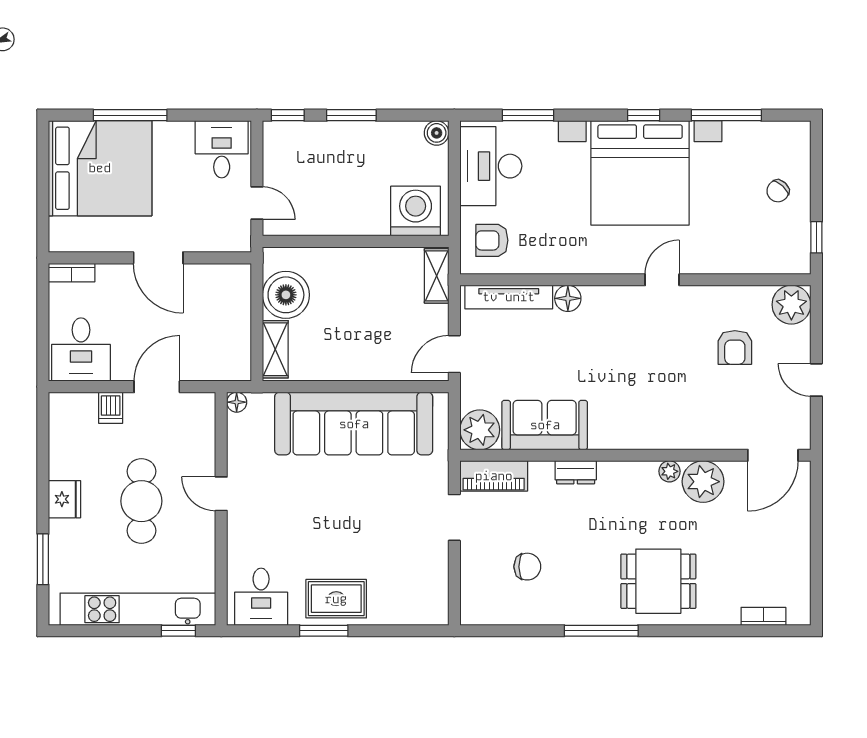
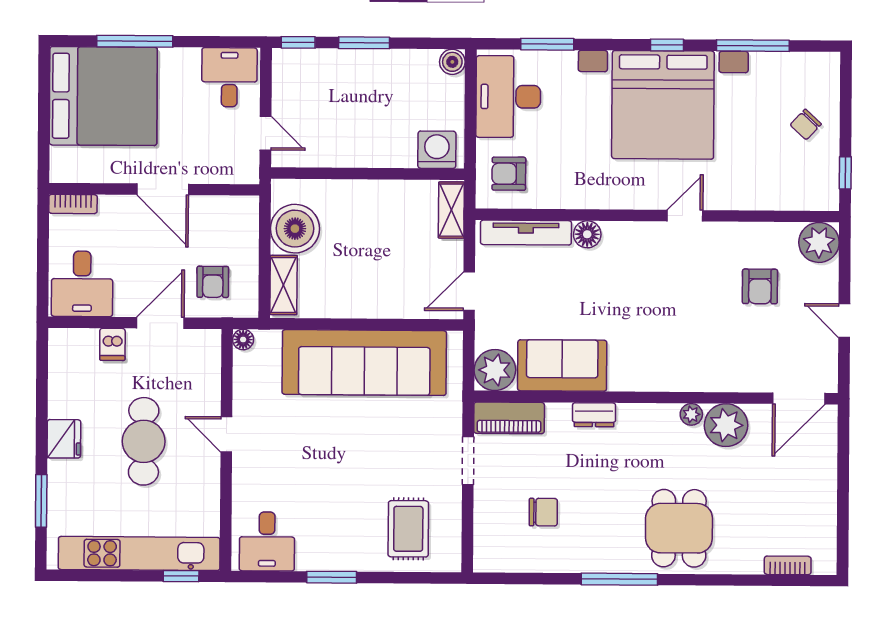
washing machine: (416, 211) -> (437, 150), width x0.73, depth x0.73
armchair: (207, 347) -> (213, 282), added
dining table: (658, 581) -> (679, 528), turned 90
rug: (336, 599) -> (408, 529), moved, turned 90

